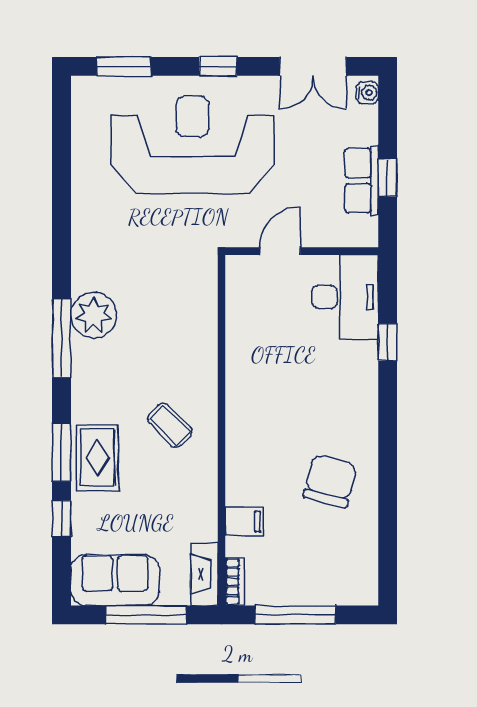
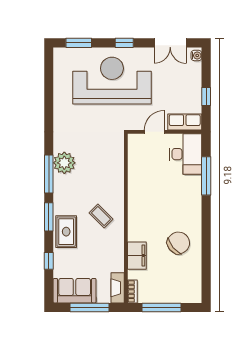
row of seats: (362, 180) -> (185, 122), moved, turned 90
window: (388, 342) -> (206, 176), width x2.17
window: (62, 452) -> (49, 217), moved
chair: (330, 481) -> (178, 243), turned 37
filing cabinet: (244, 521) -> (137, 256), width x2.00

